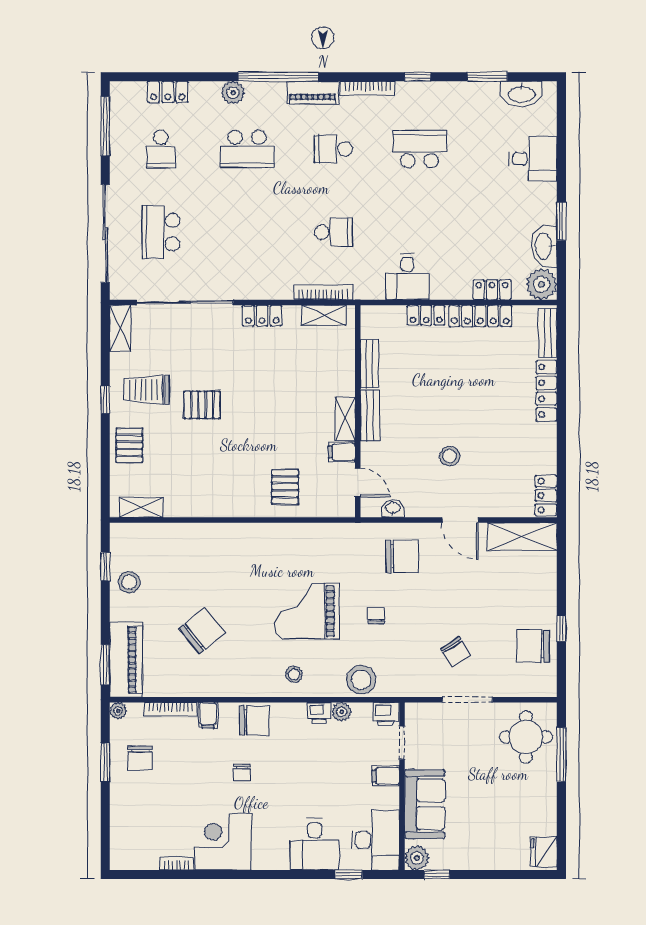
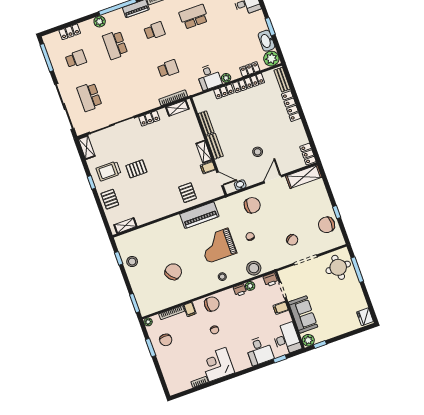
school desk: (161, 149) -> (76, 59), turned -90
school desk: (247, 149) -> (115, 45), turned 90
school desk: (333, 149) -> (154, 31), turned 180
plant: (440, 291) -> (226, 78), added
door: (460, 520) -> (273, 179), swing flipped
piano: (126, 660) -> (199, 215), moved, turned 90

